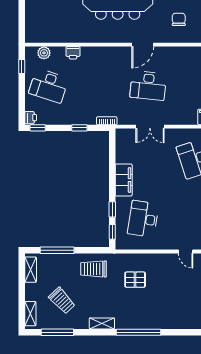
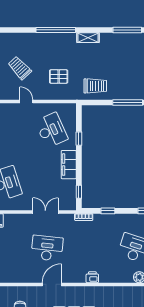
printer: (73, 53) -> (92, 277), moved
desk: (143, 219) -> (51, 130), turned -33
window: (112, 232) -> (79, 192), moved
door: (186, 251) -> (26, 101), moved
trolley: (62, 301) -> (20, 68), moved

